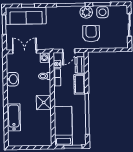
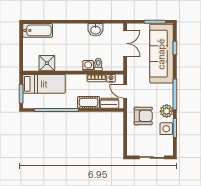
sofa: (26, 16) -> (161, 54), width x1.36, depth x1.27
washing machine: (45, 58) -> (88, 66), moved
shower: (44, 102) -> (47, 63), moved
bathtub: (14, 117) -> (38, 30), moved

